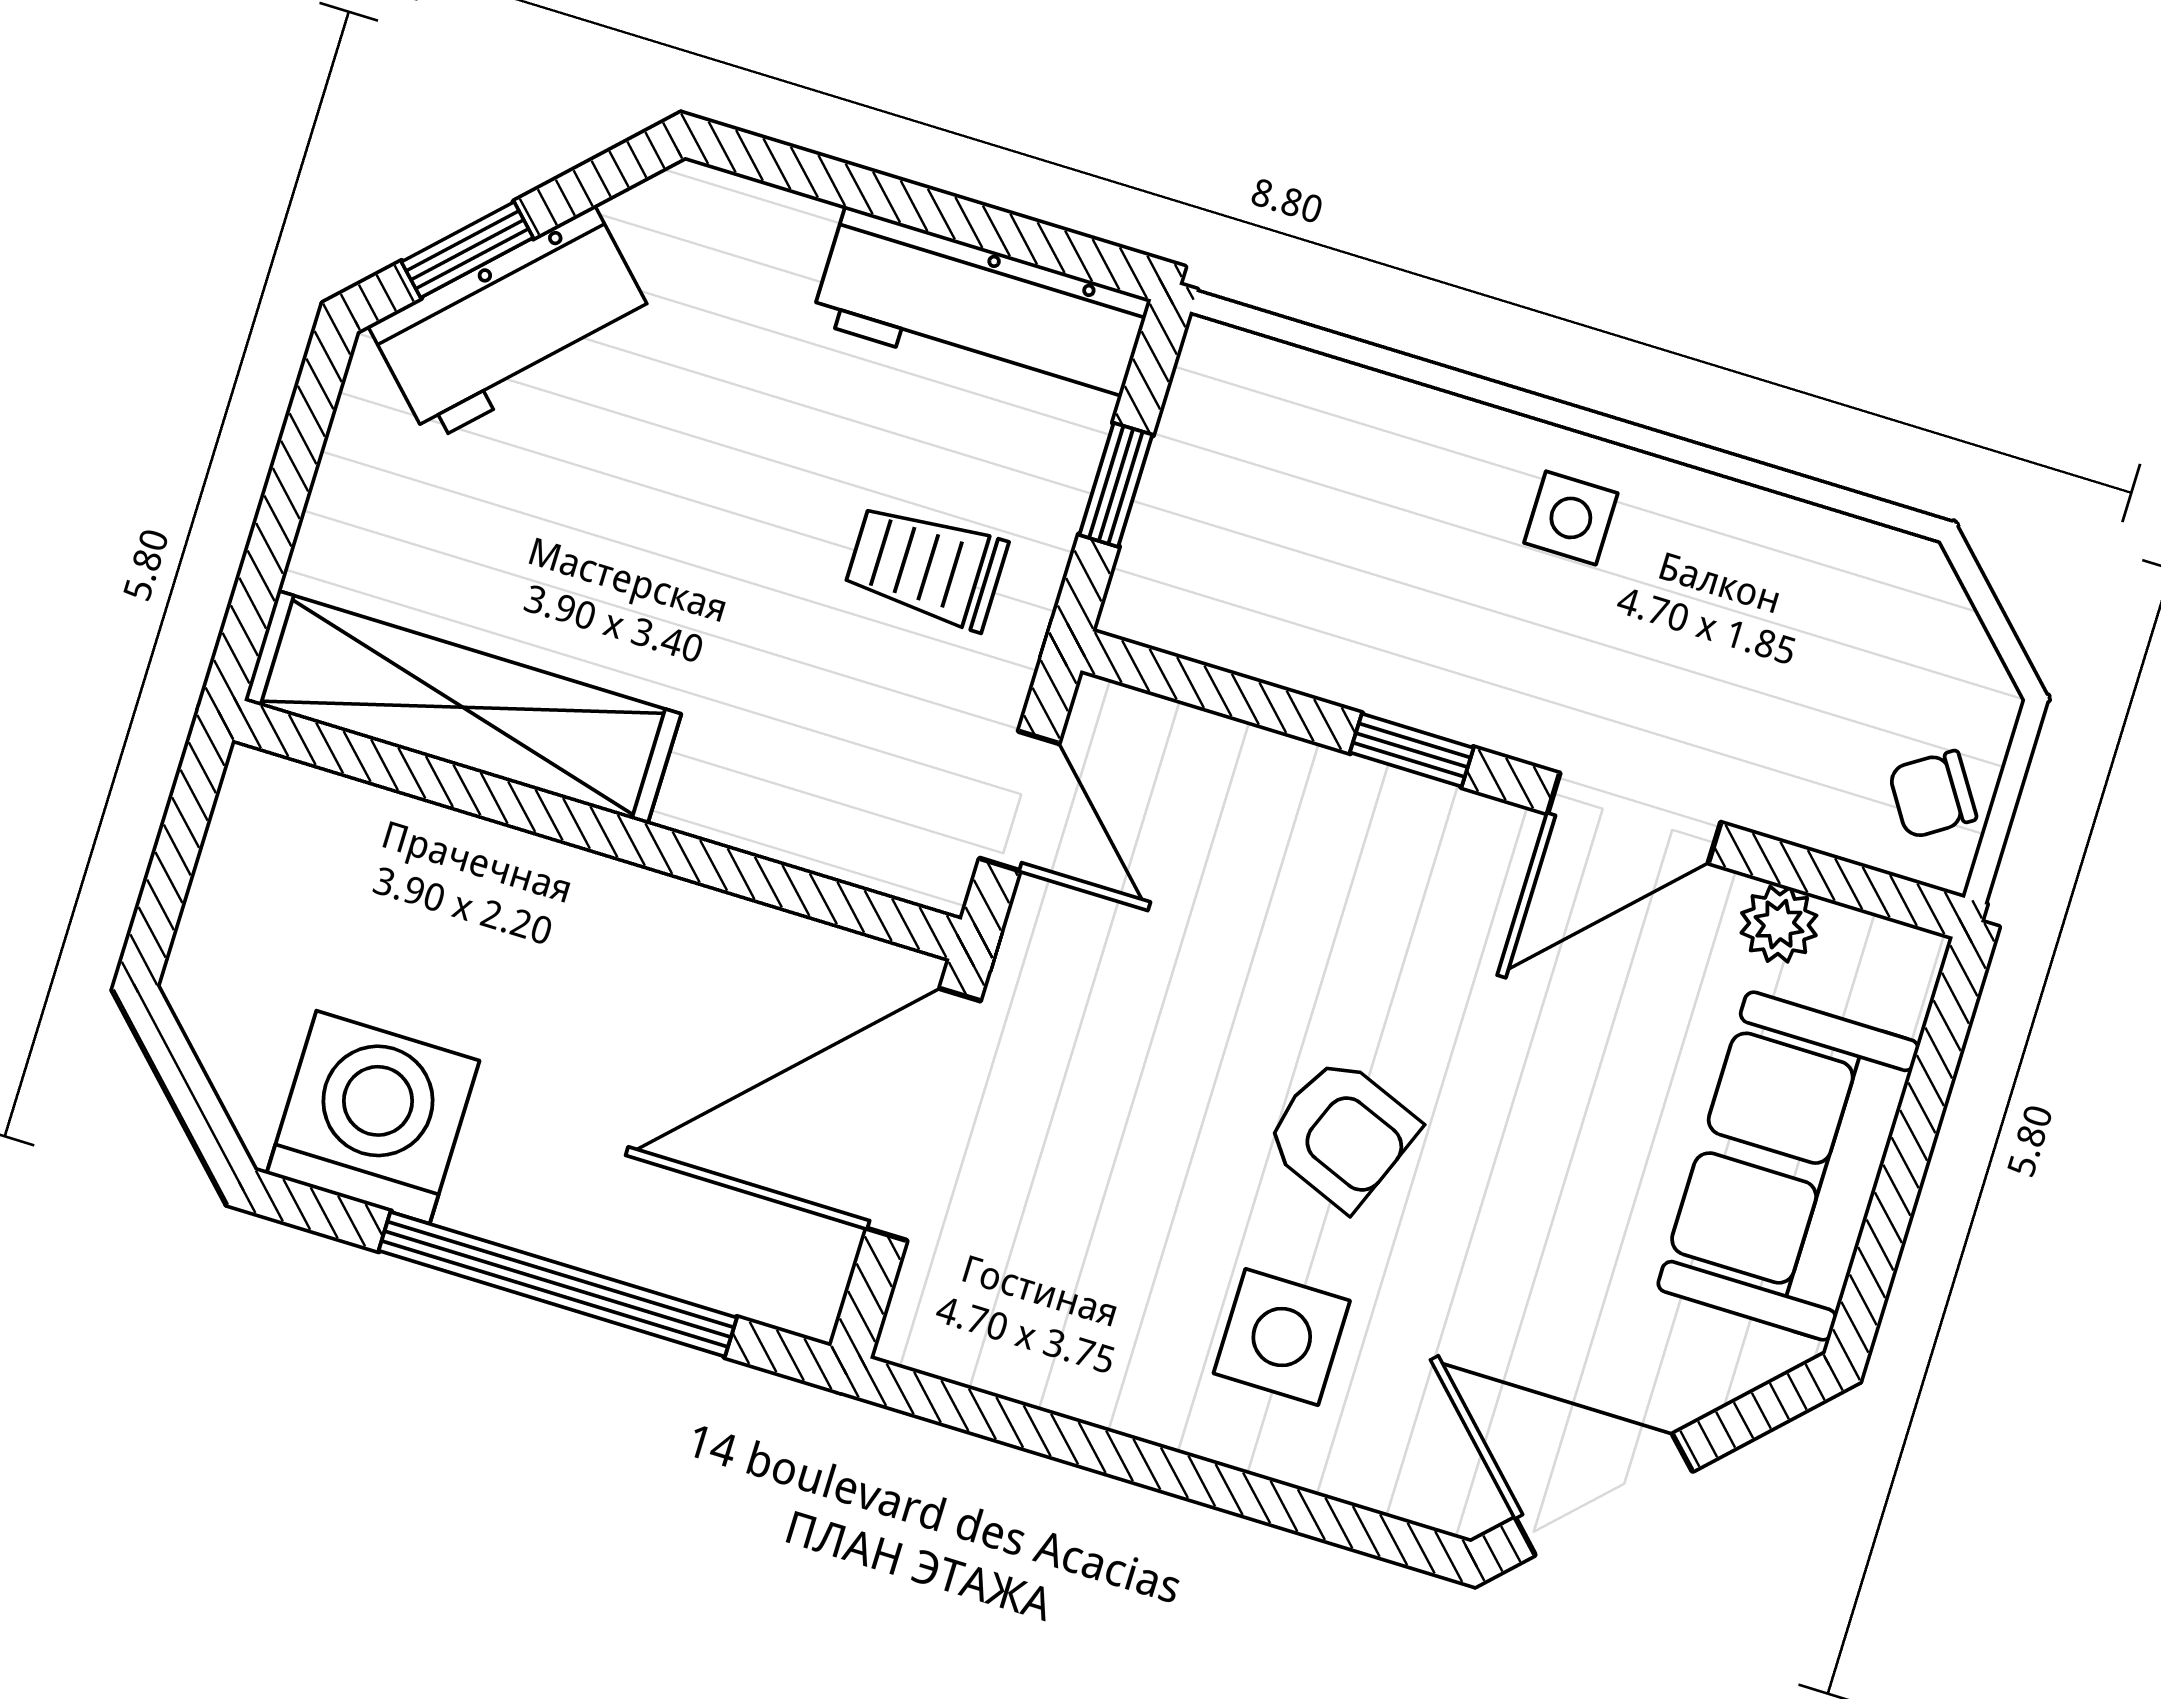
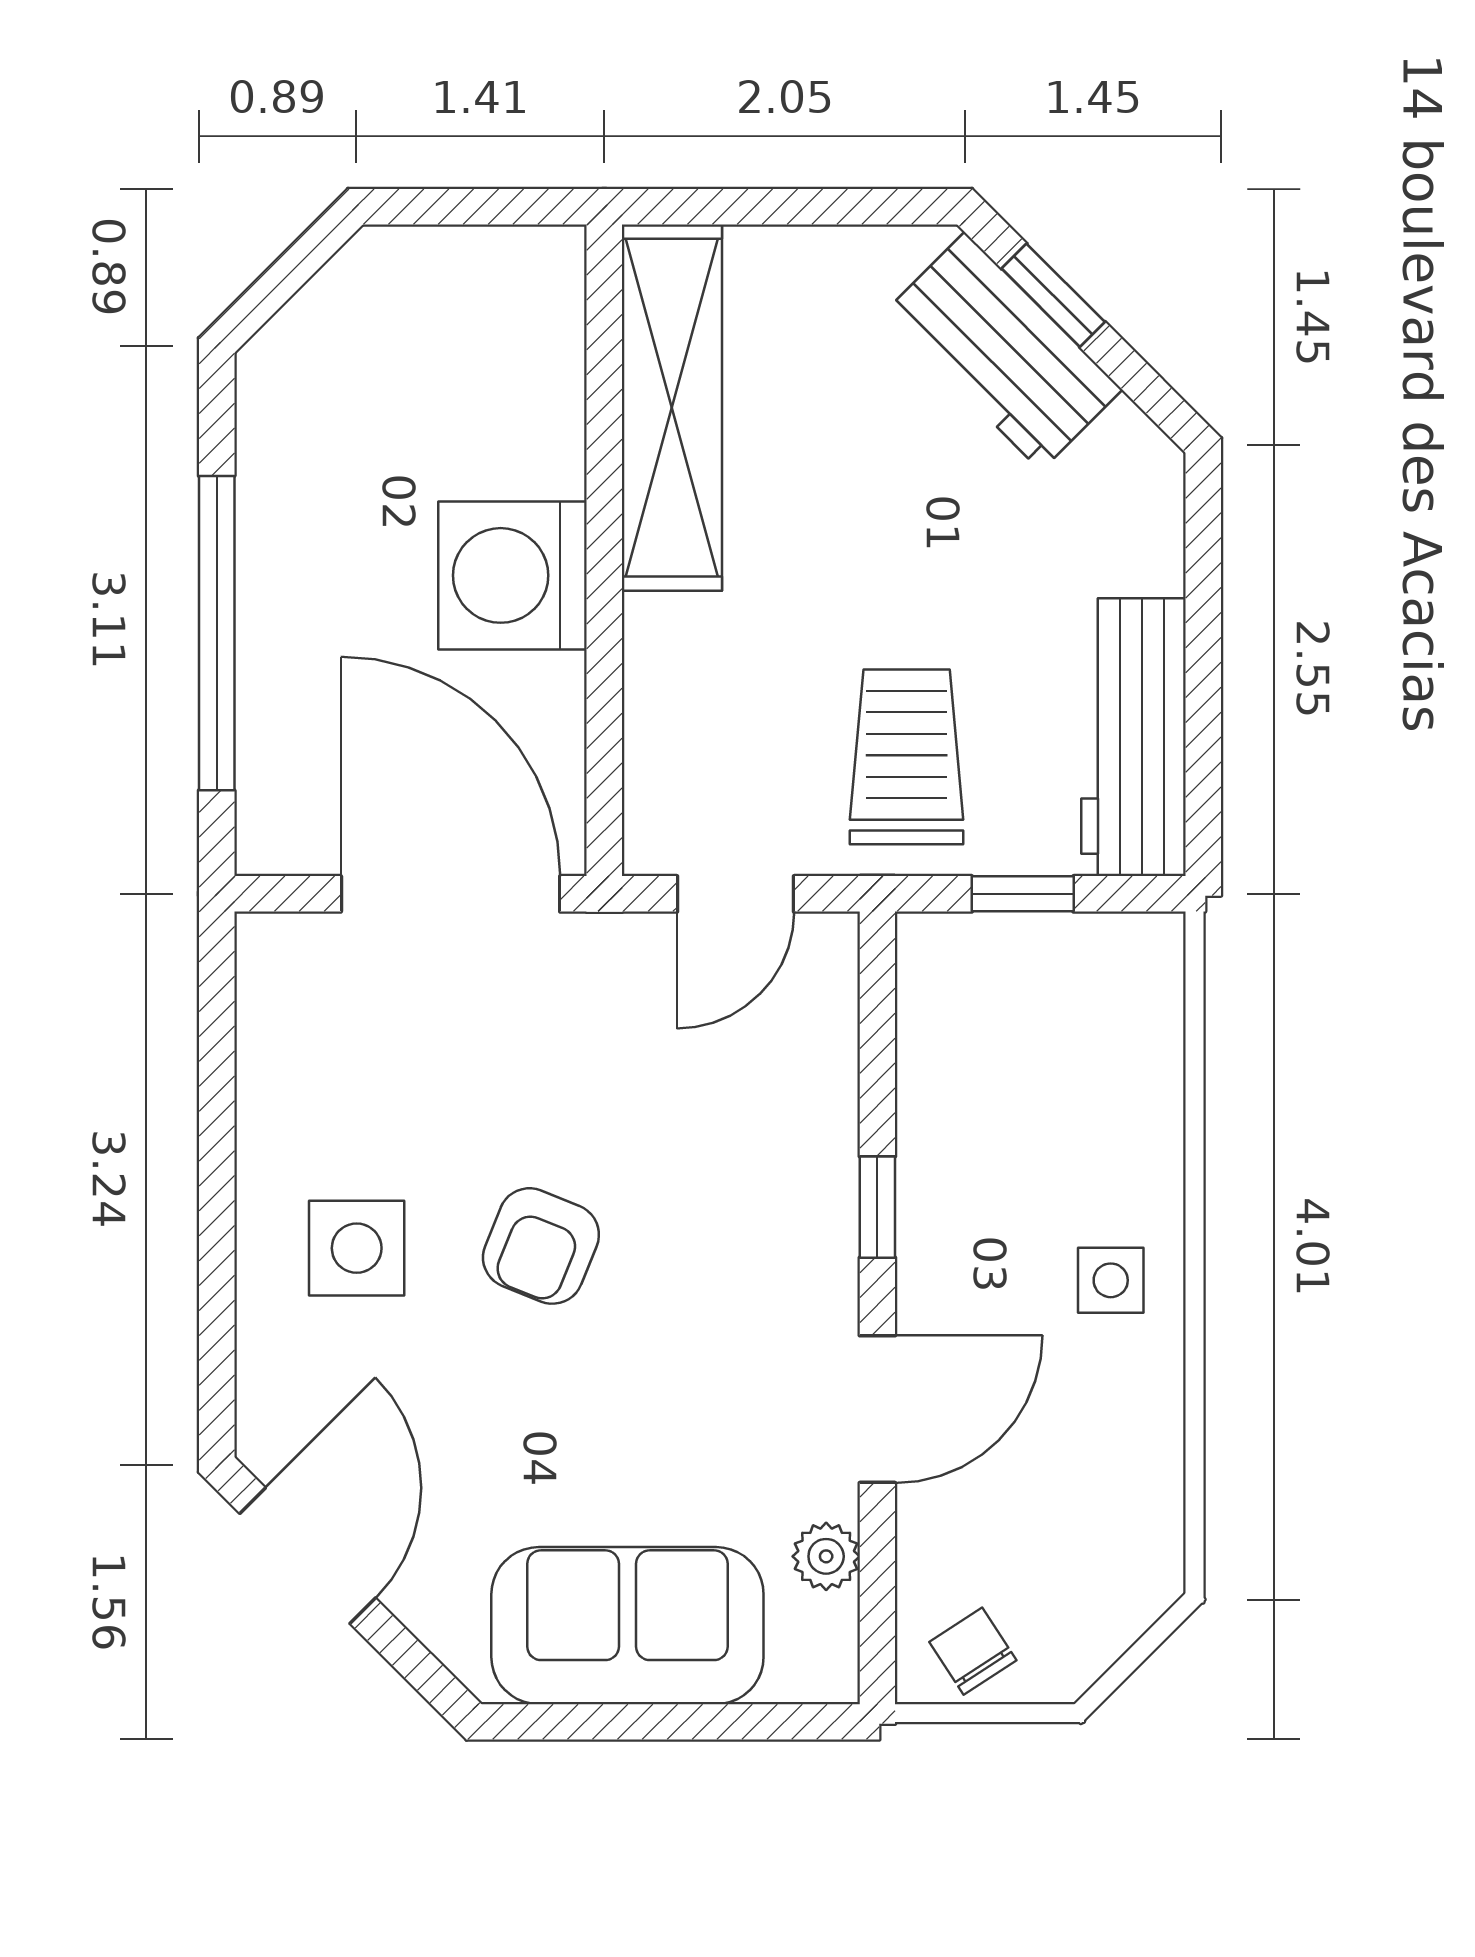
trolley: (926, 567) -> (907, 757), width x1.36, depth x1.39
door: (1634, 818) -> (877, 1409), swing flipped
washing machine: (373, 1117) -> (512, 575), moved, turned 180

